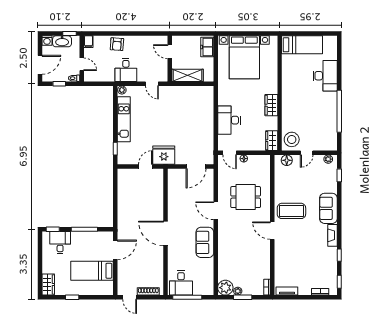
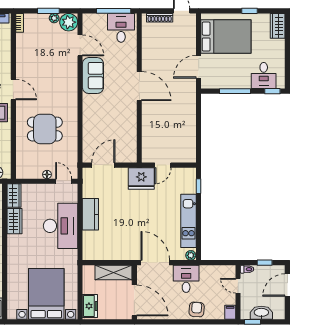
washing machine: (47, 41) -> (279, 314), removed
door: (170, 52) -> (134, 300), width x1.88
door: (152, 84) -> (155, 263), width x1.88
wardrobe: (271, 105) -> (15, 221), moved
desk: (229, 120) -> (61, 226), width x1.36, depth x1.30
kitchen counter: (207, 125) -> (90, 214), added
door: (216, 211) -> (80, 45), moved
bed: (92, 271) -> (226, 37), width x1.50

